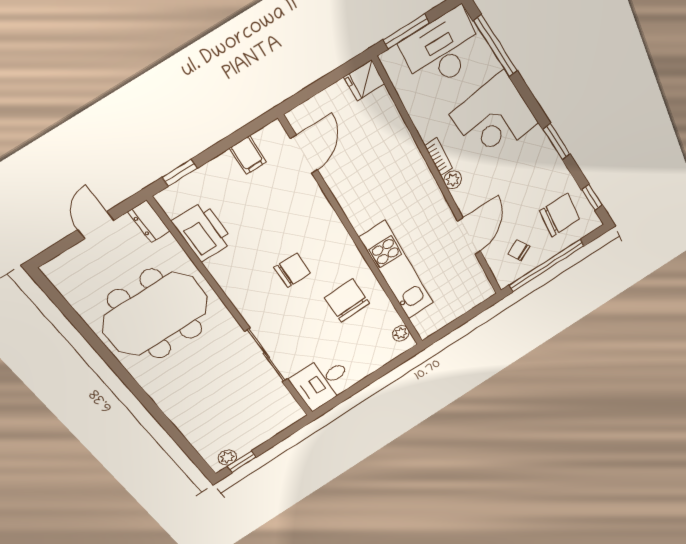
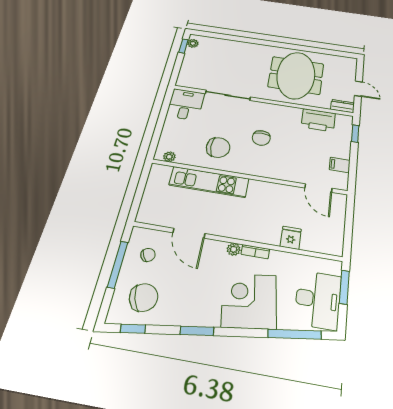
fridge: (364, 81) -> (291, 238), moved
chair: (560, 215) -> (144, 297), turned -108
window: (547, 266) -> (118, 264), width x0.68

